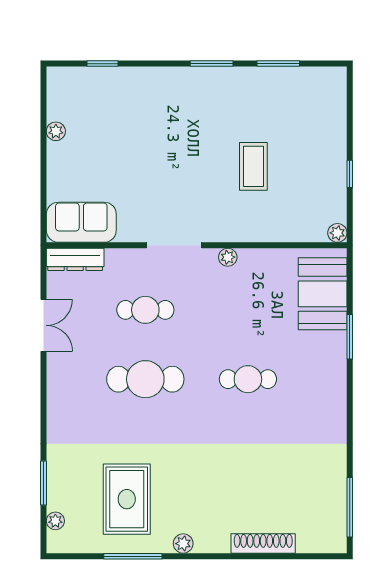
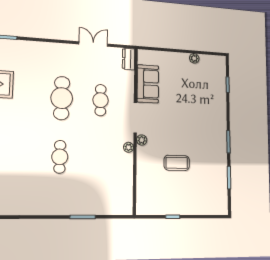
sofa: (81, 222) -> (148, 84), moved
plant: (337, 233) -> (142, 140), moved
dresser: (75, 259) -> (129, 59), width x0.70
booth: (323, 294) -> (107, 201), removed
double door: (44, 325) -> (93, 44), swing flipped

